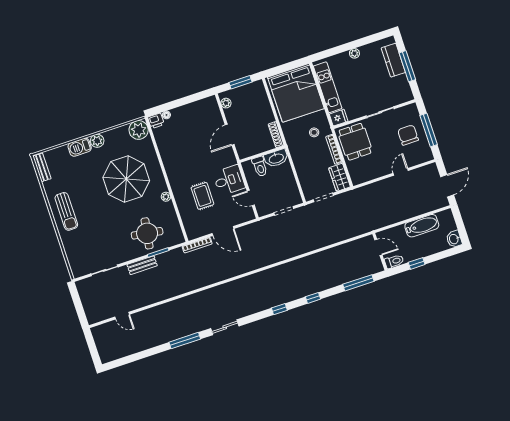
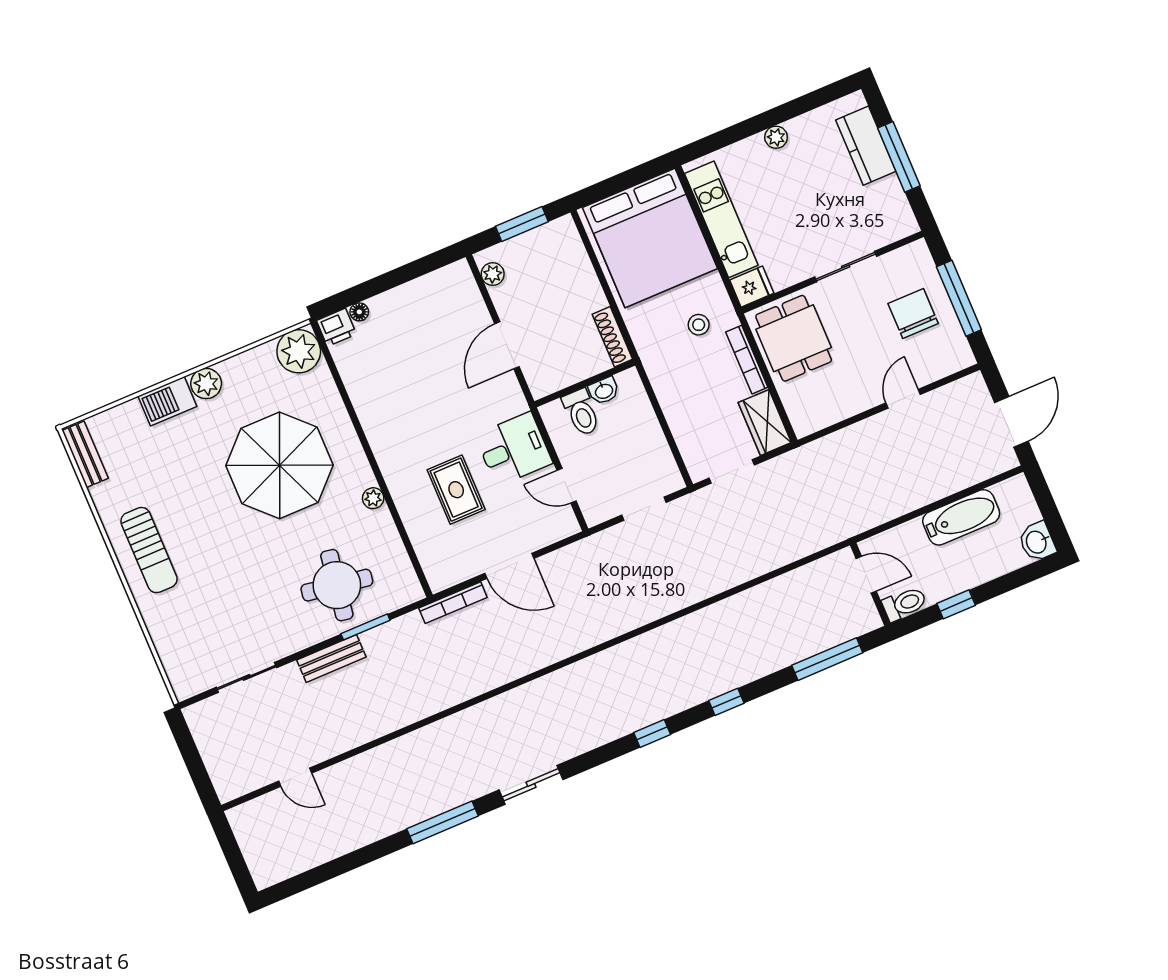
washbasin: (276, 158) -> (604, 391), width x0.52, depth x0.69

